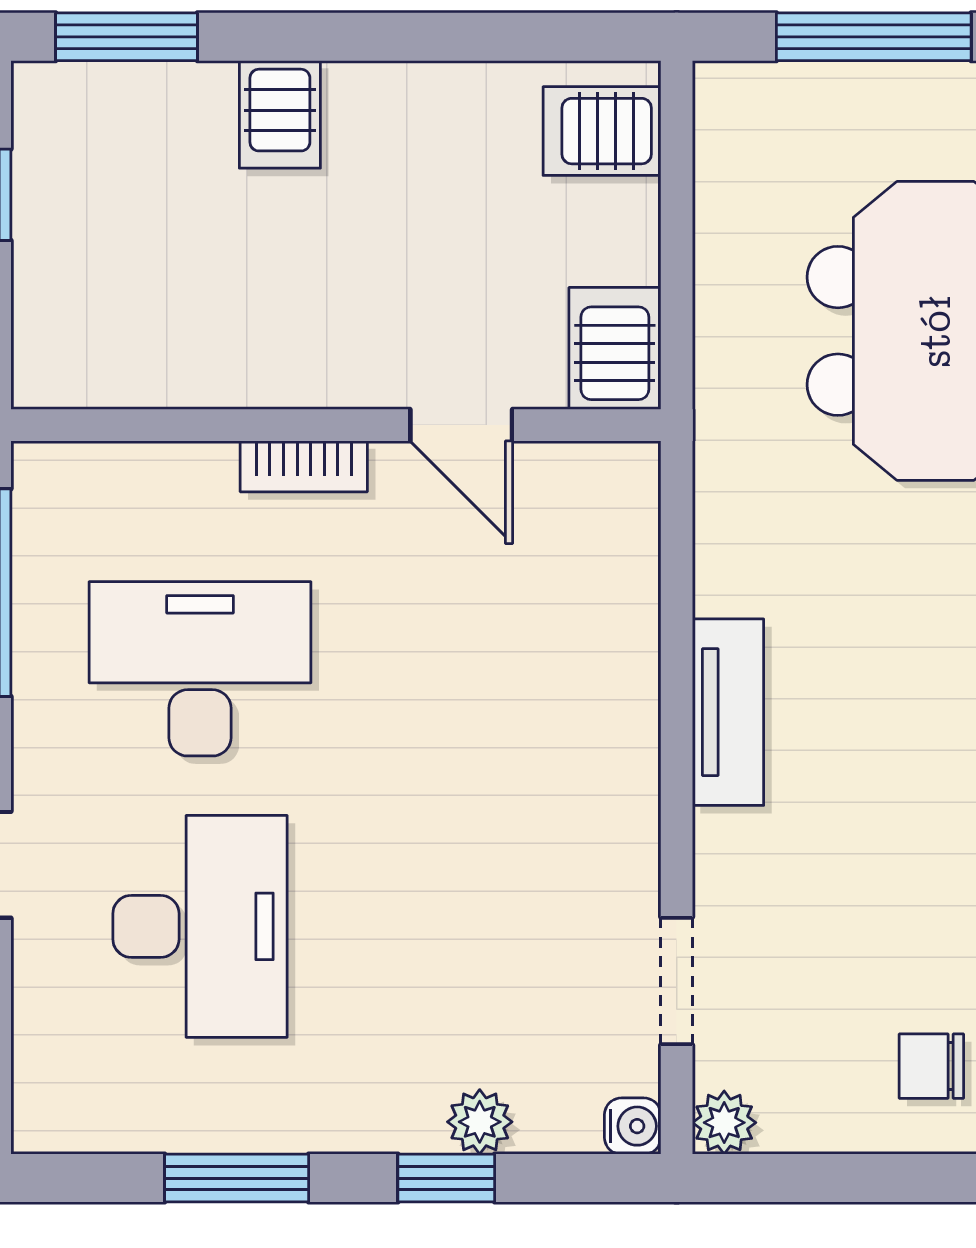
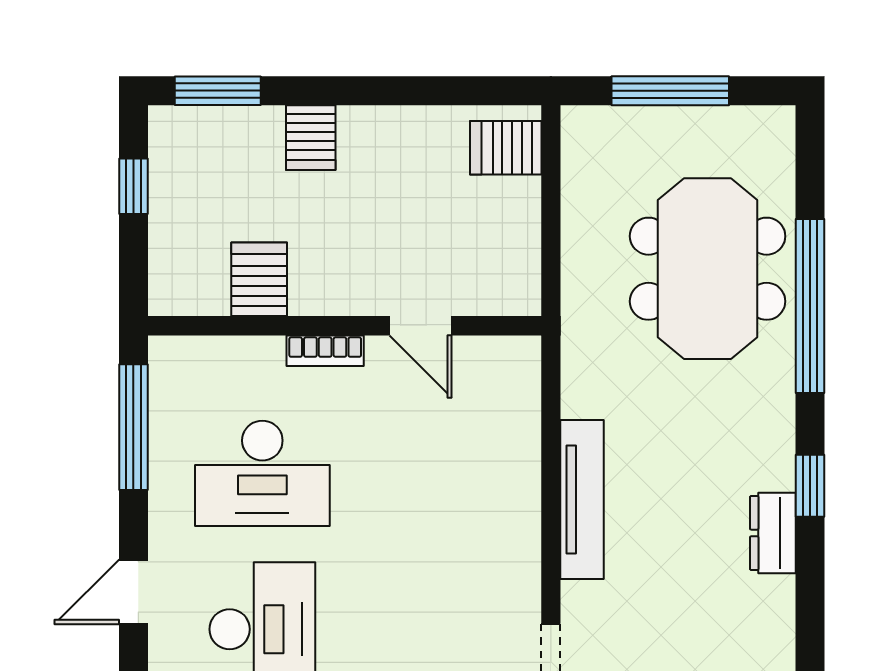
server rack: (615, 348) -> (259, 279), moved
desk: (200, 669) -> (262, 473), turned 180
tv unit: (728, 712) -> (582, 500), width x1.41

